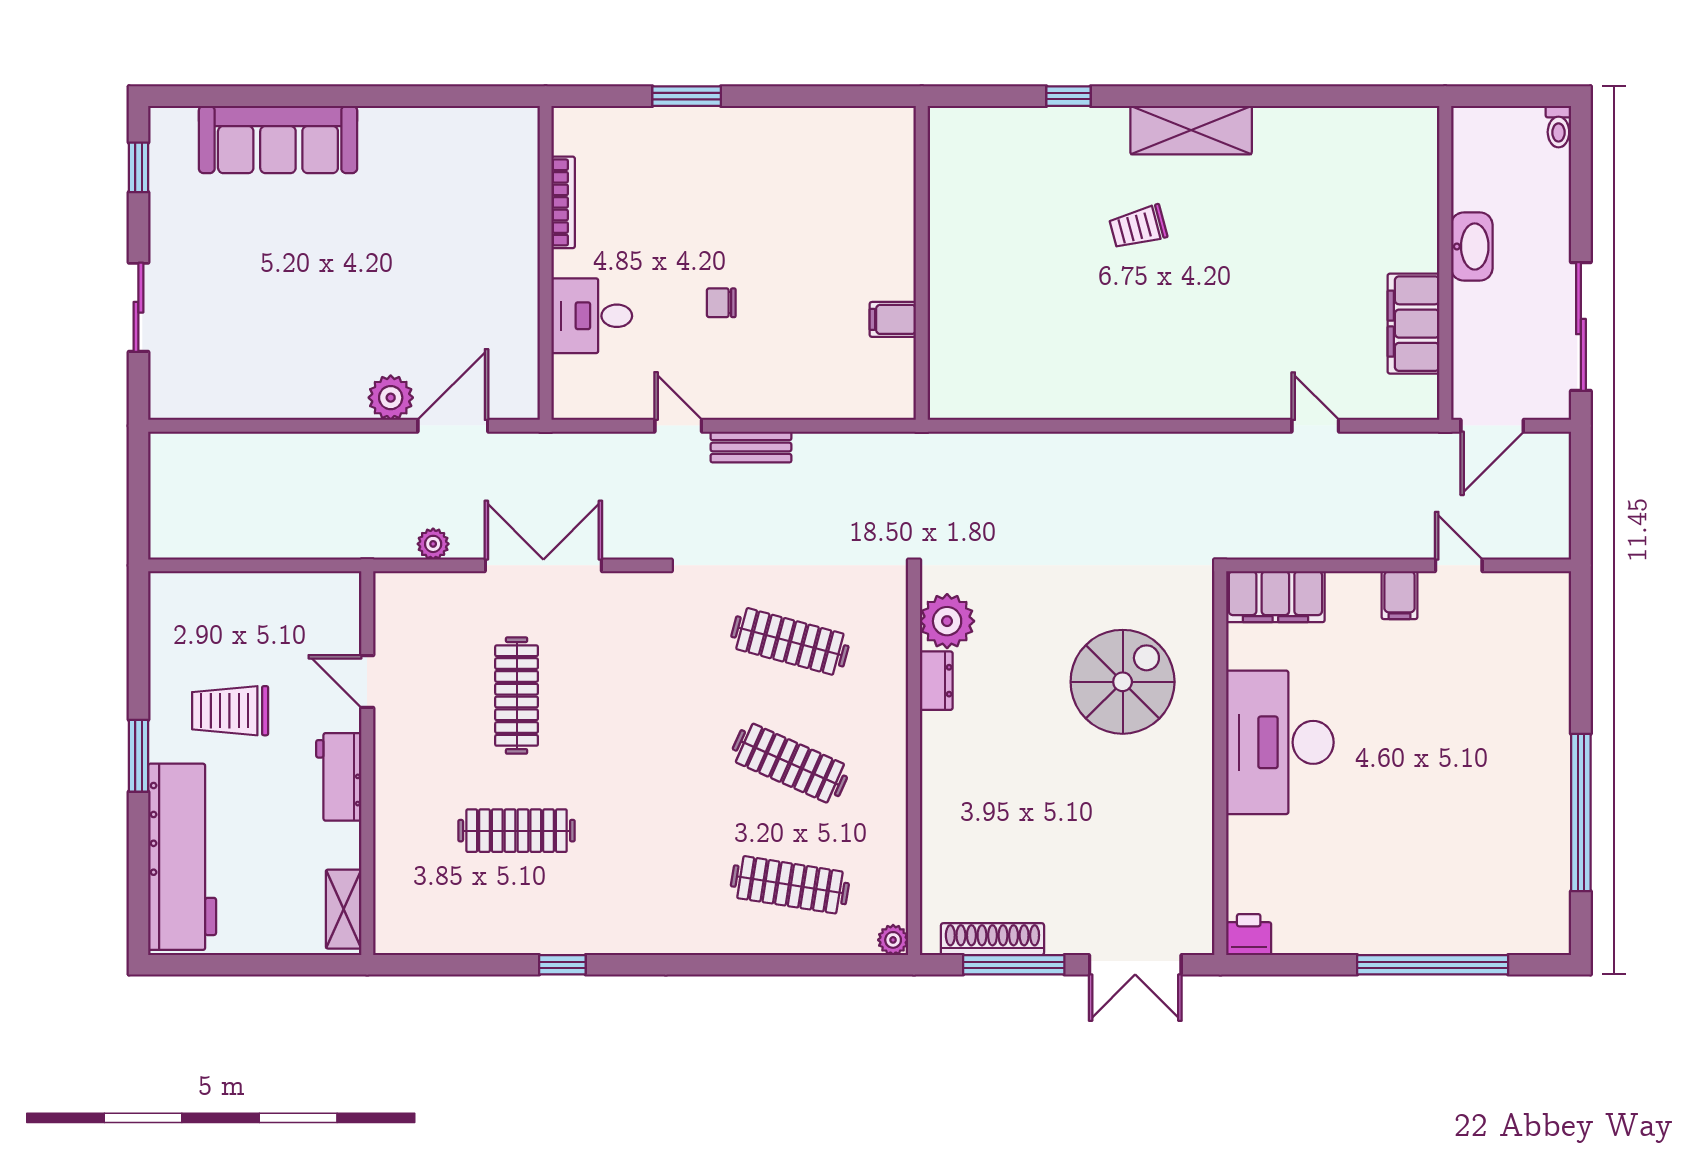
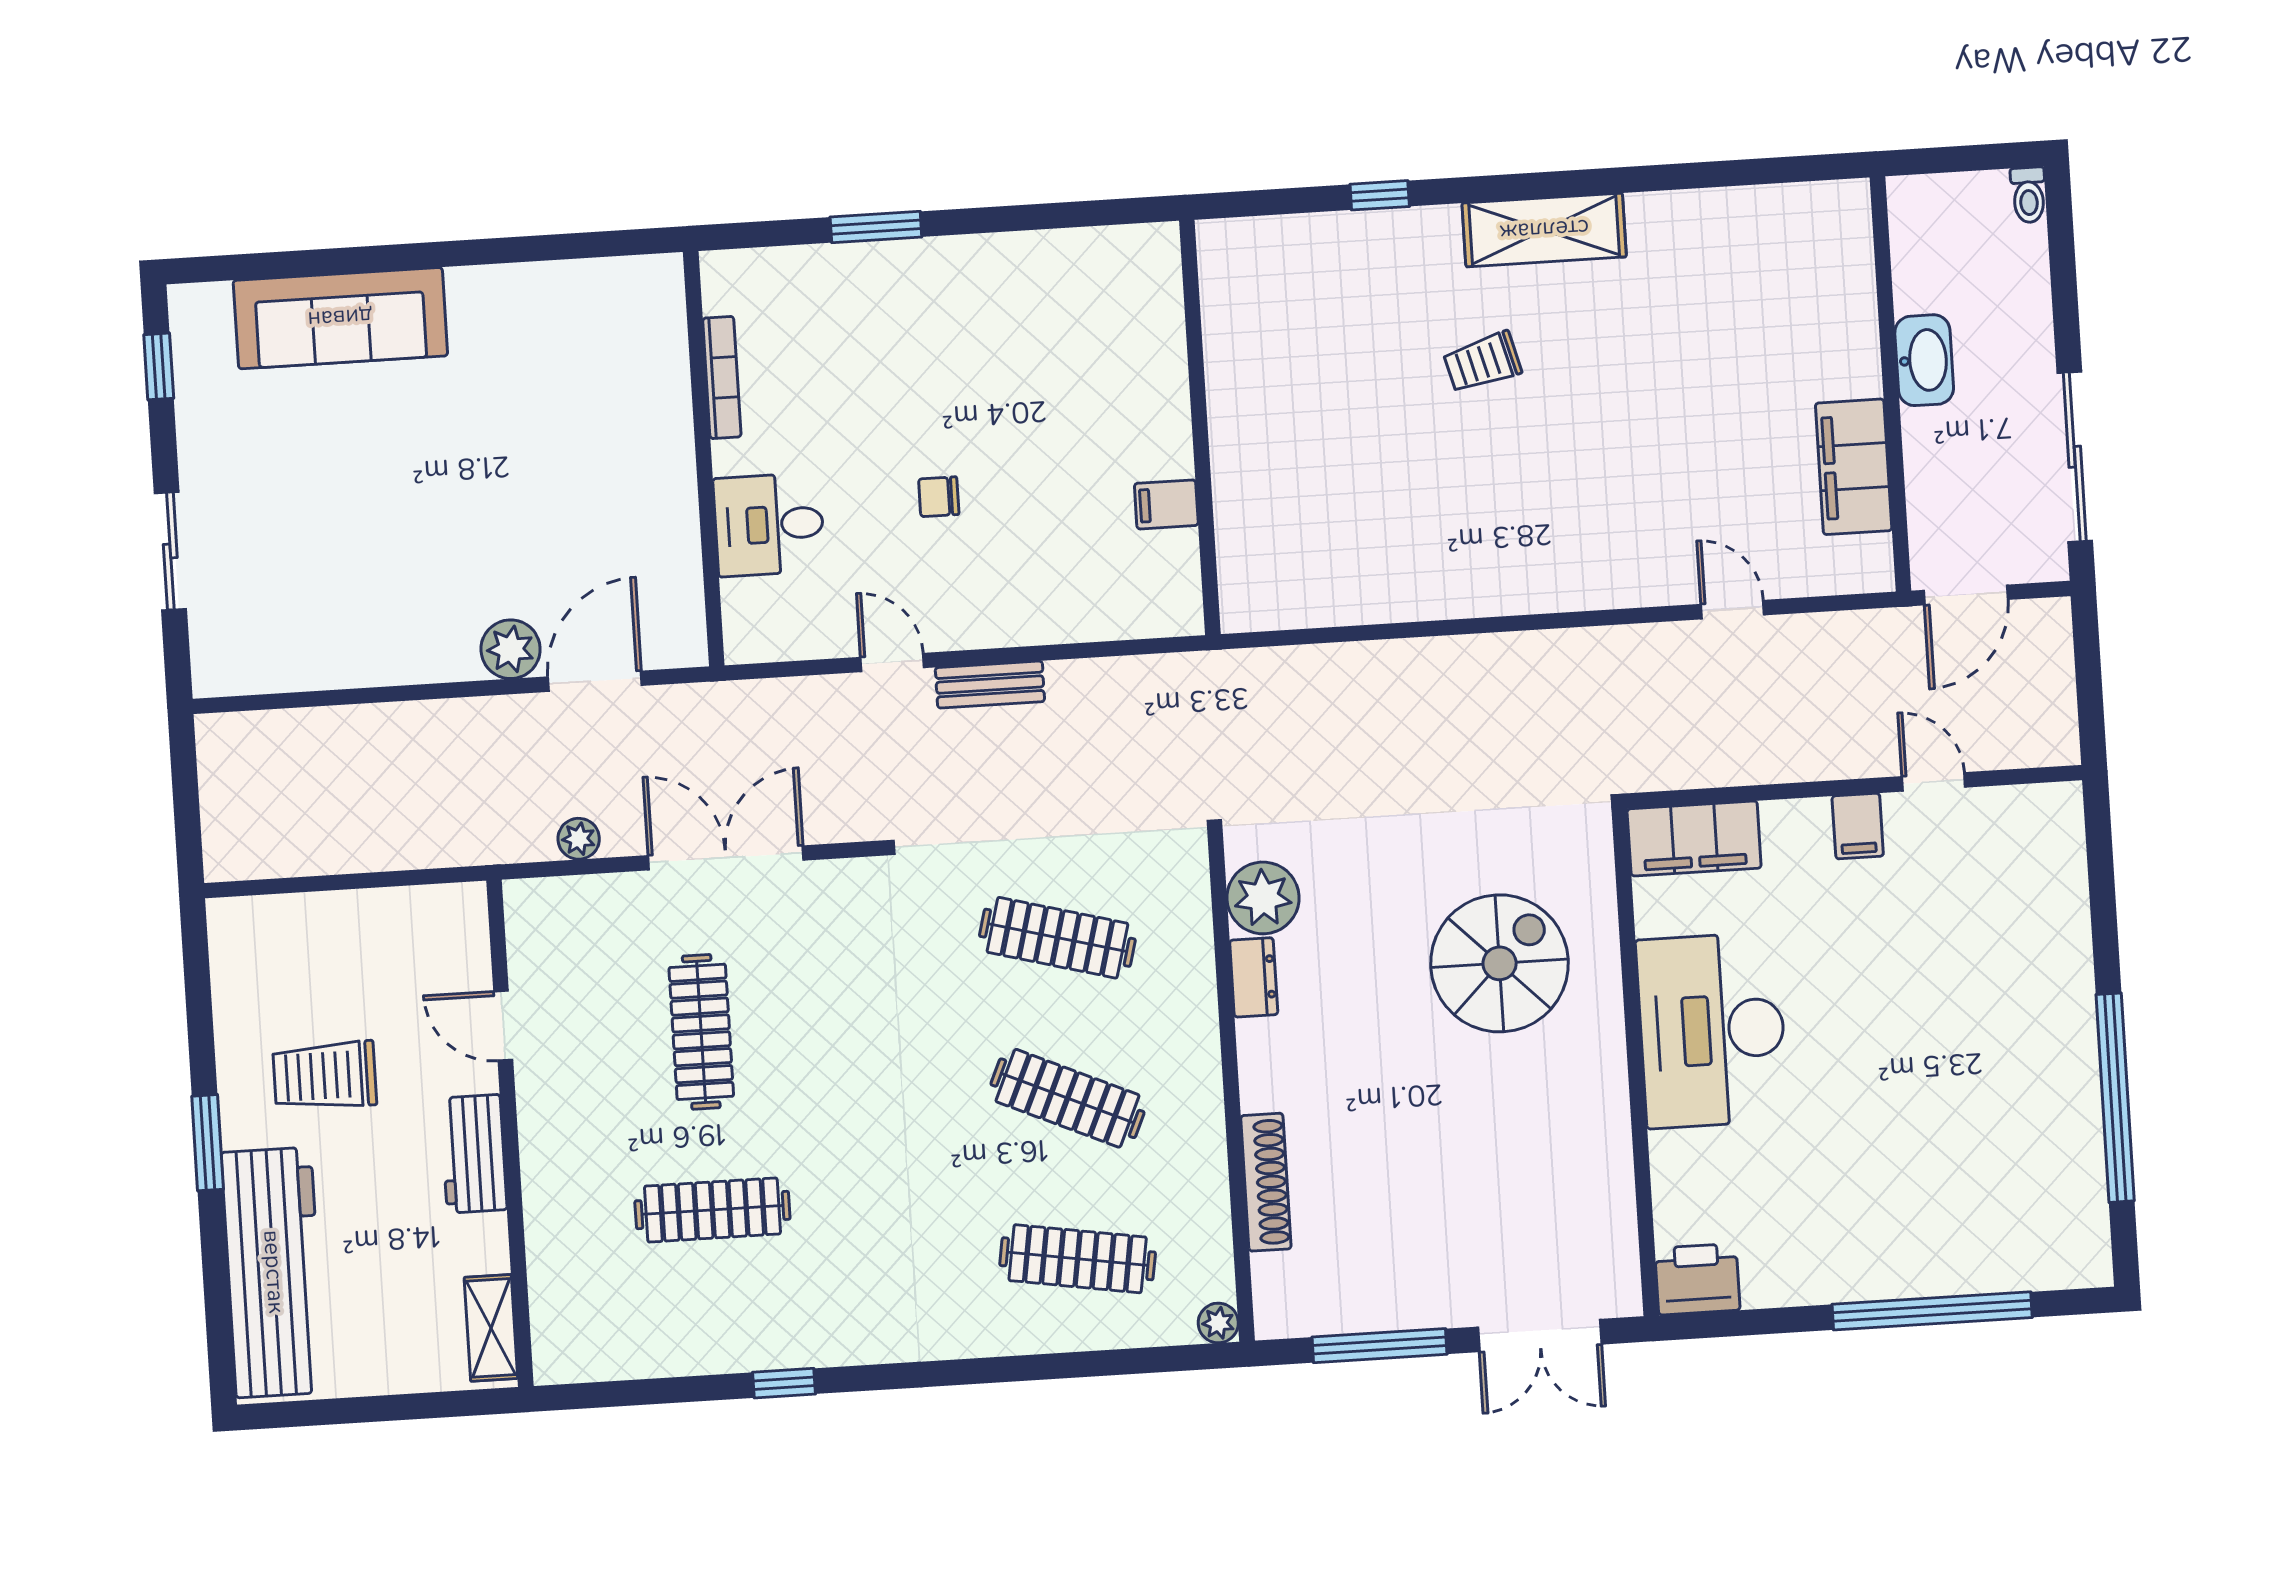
printer: (1249, 935) -> (1697, 1279), width x1.36, depth x1.24
shoe rack: (992, 939) -> (1266, 1182), moved, turned 90

